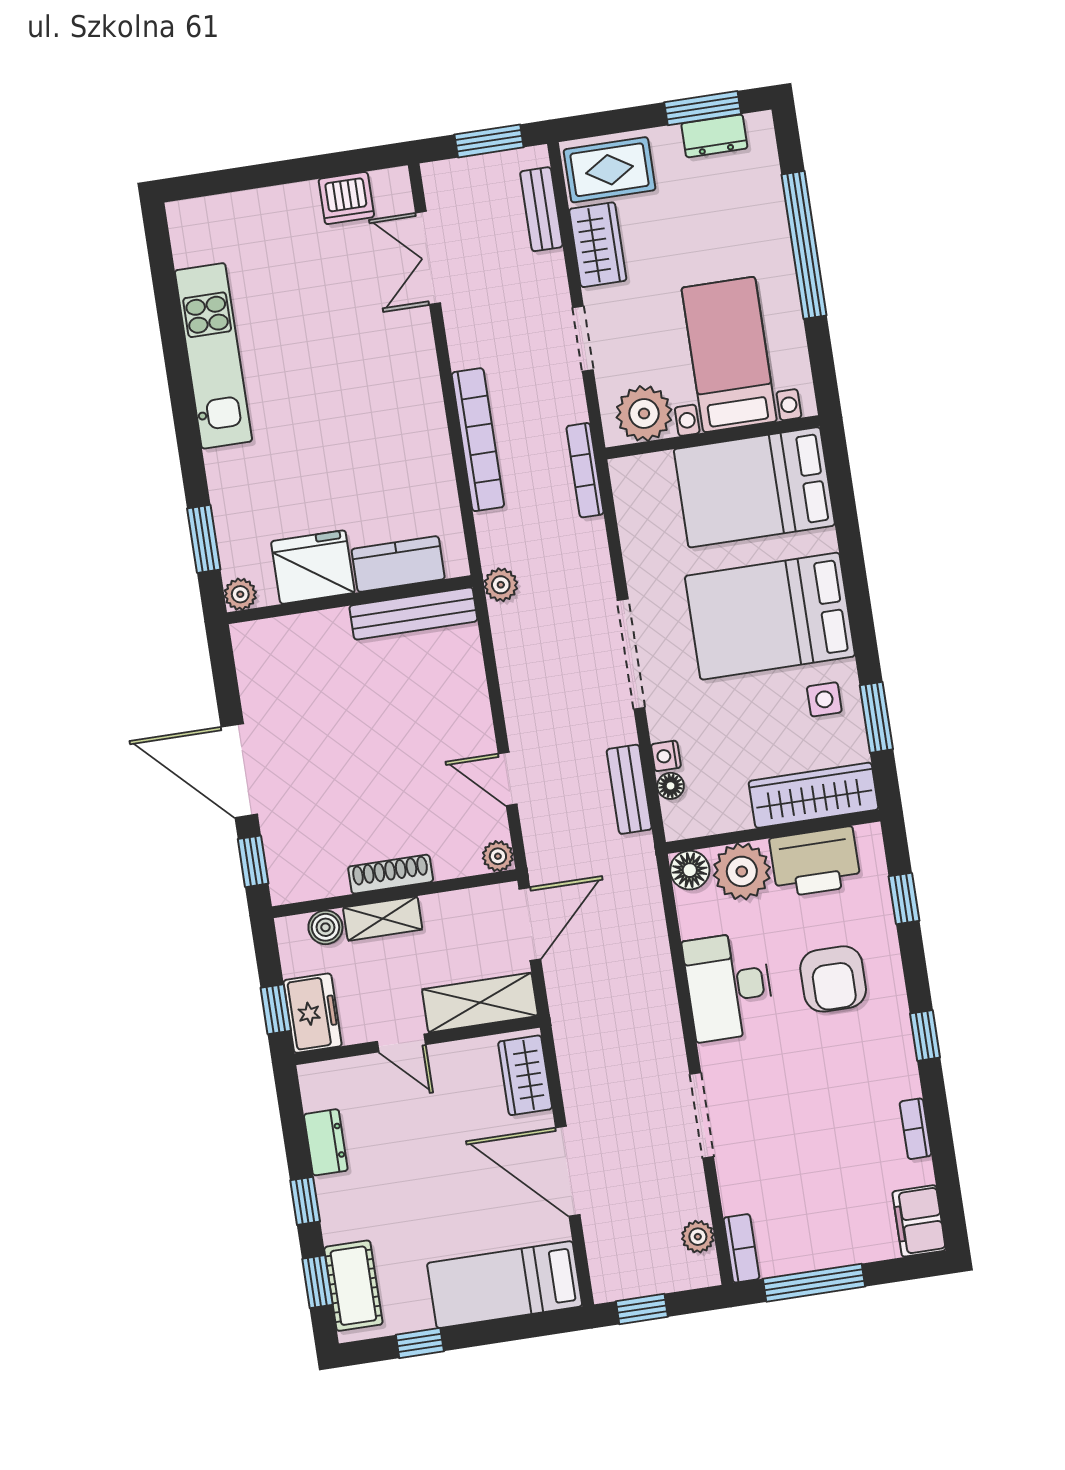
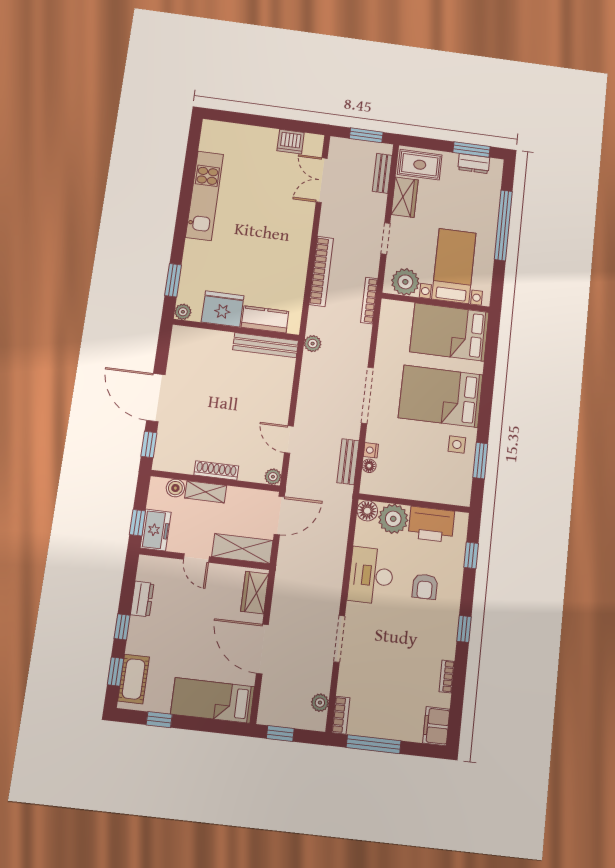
wardrobe: (814, 795) -> (439, 491), removed
armchair: (833, 979) -> (425, 587), width x0.72, depth x0.72

